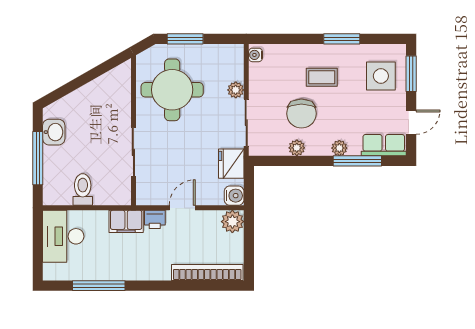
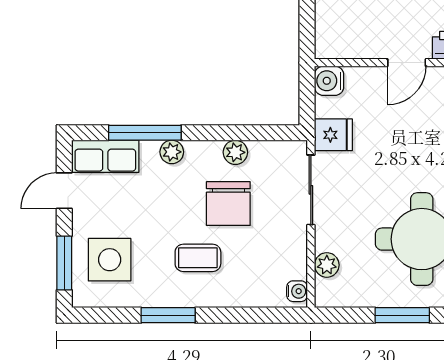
plant: (236, 90) -> (327, 265), moved
chair: (301, 114) -> (228, 204), turned 180
fridge: (231, 164) -> (333, 135), width x0.72
plant: (232, 222) -> (332, 42), removed

